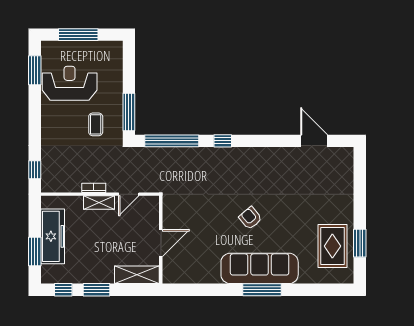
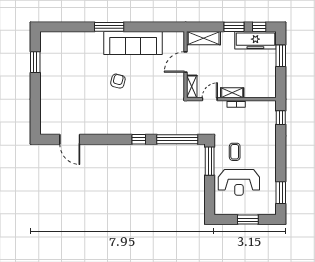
window: (78, 35) -> (248, 220), width x0.69
reception desk: (70, 83) -> (239, 182), moved
shelving: (152, 211) -> (192, 87), added
armchair: (250, 218) -> (118, 81), turned -126
freezer: (53, 236) -> (255, 40), moved, turned -90
rug: (332, 246) -> (56, 60), removed
sofa: (260, 268) -> (133, 43), moved

